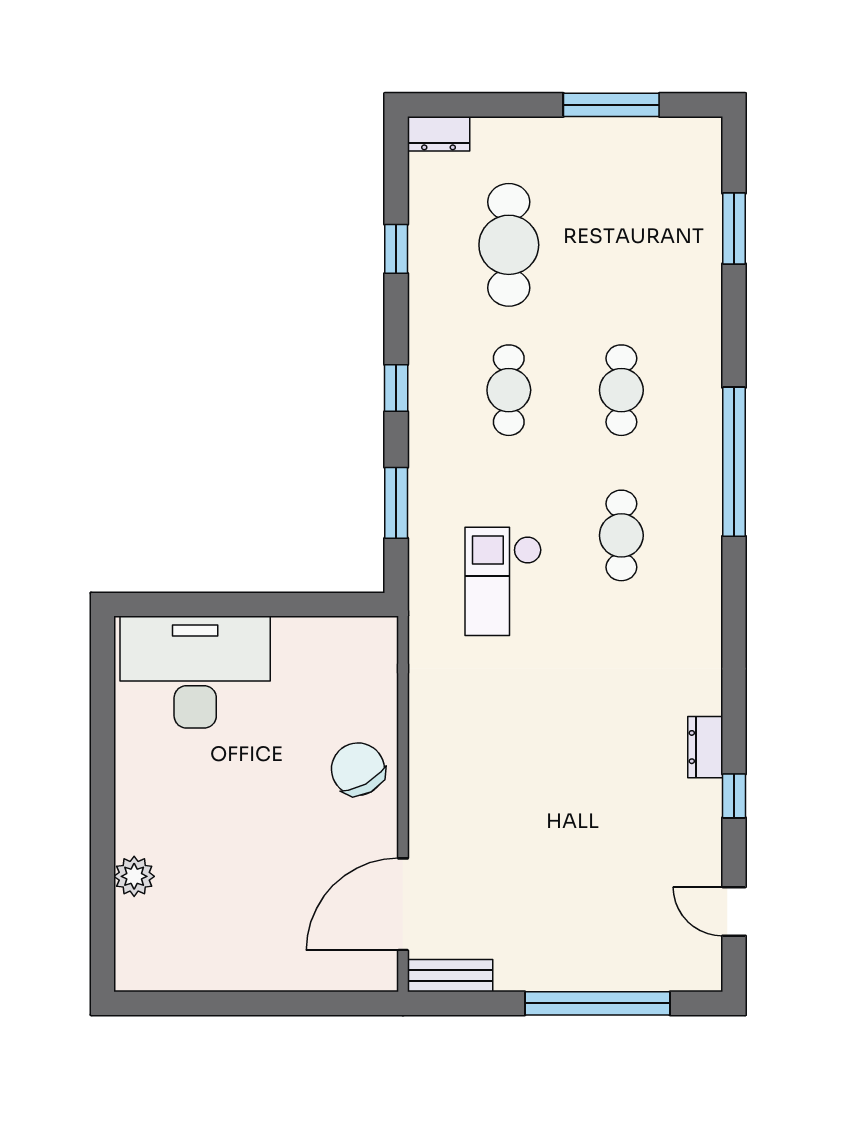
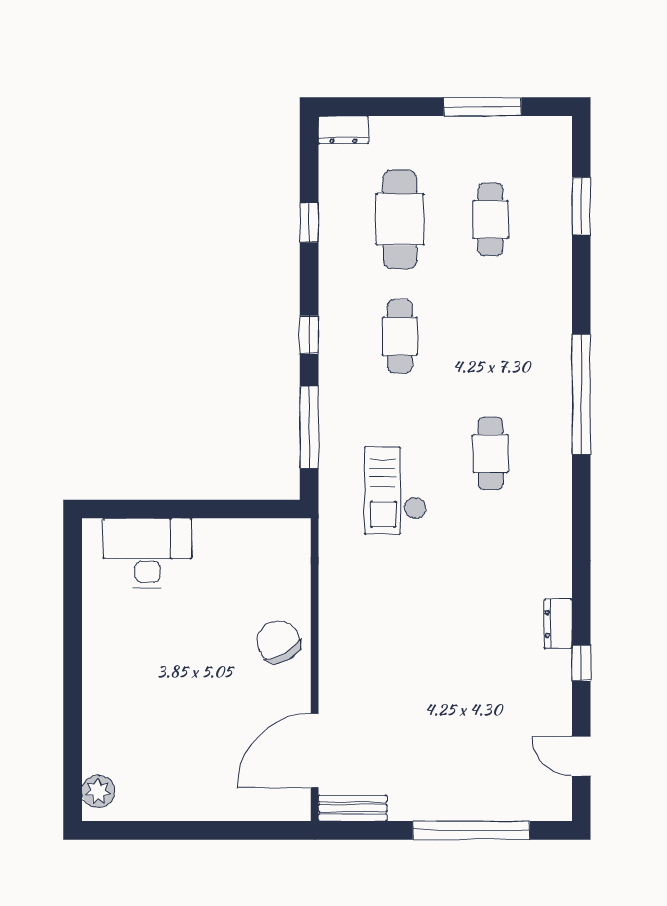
cafe table: (621, 390) -> (491, 219), moved
window: (396, 503) -> (309, 427), width x1.44
desk: (195, 672) -> (147, 553), width x0.73, depth x0.77
plant: (134, 876) -> (98, 791), moved

